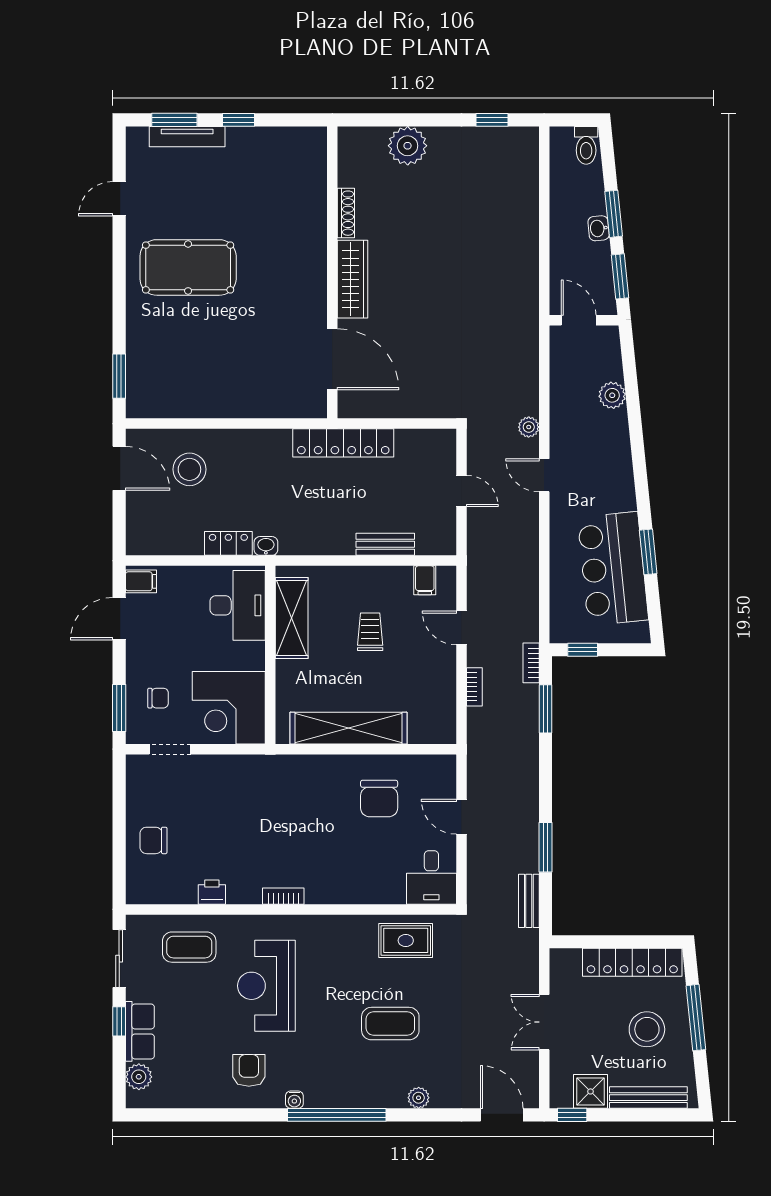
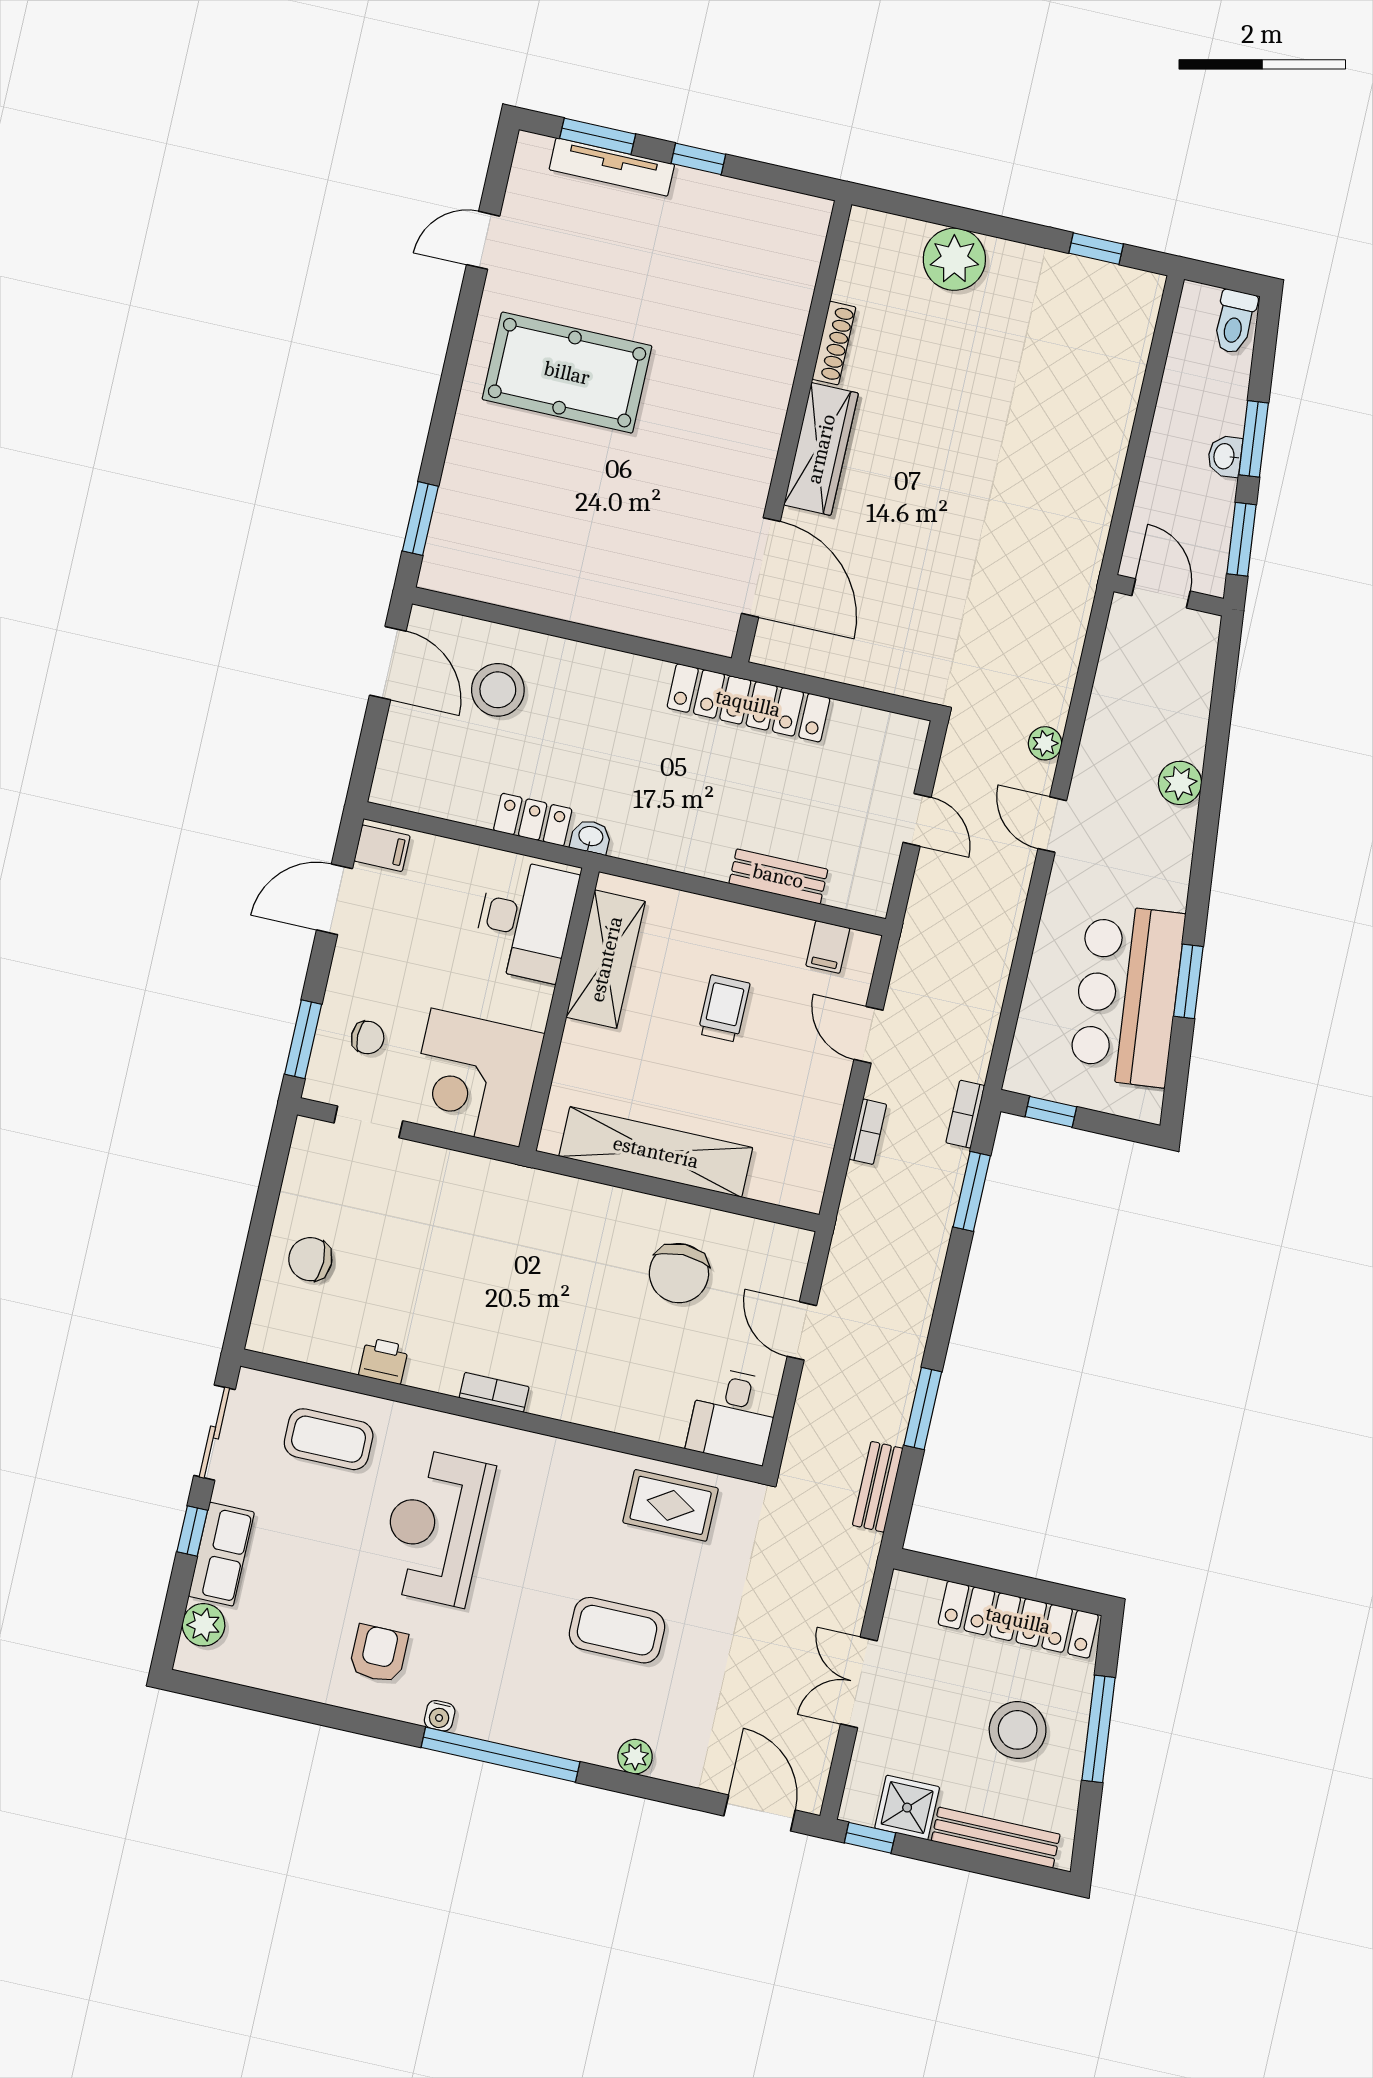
plant: (612, 395) -> (1180, 783), moved

